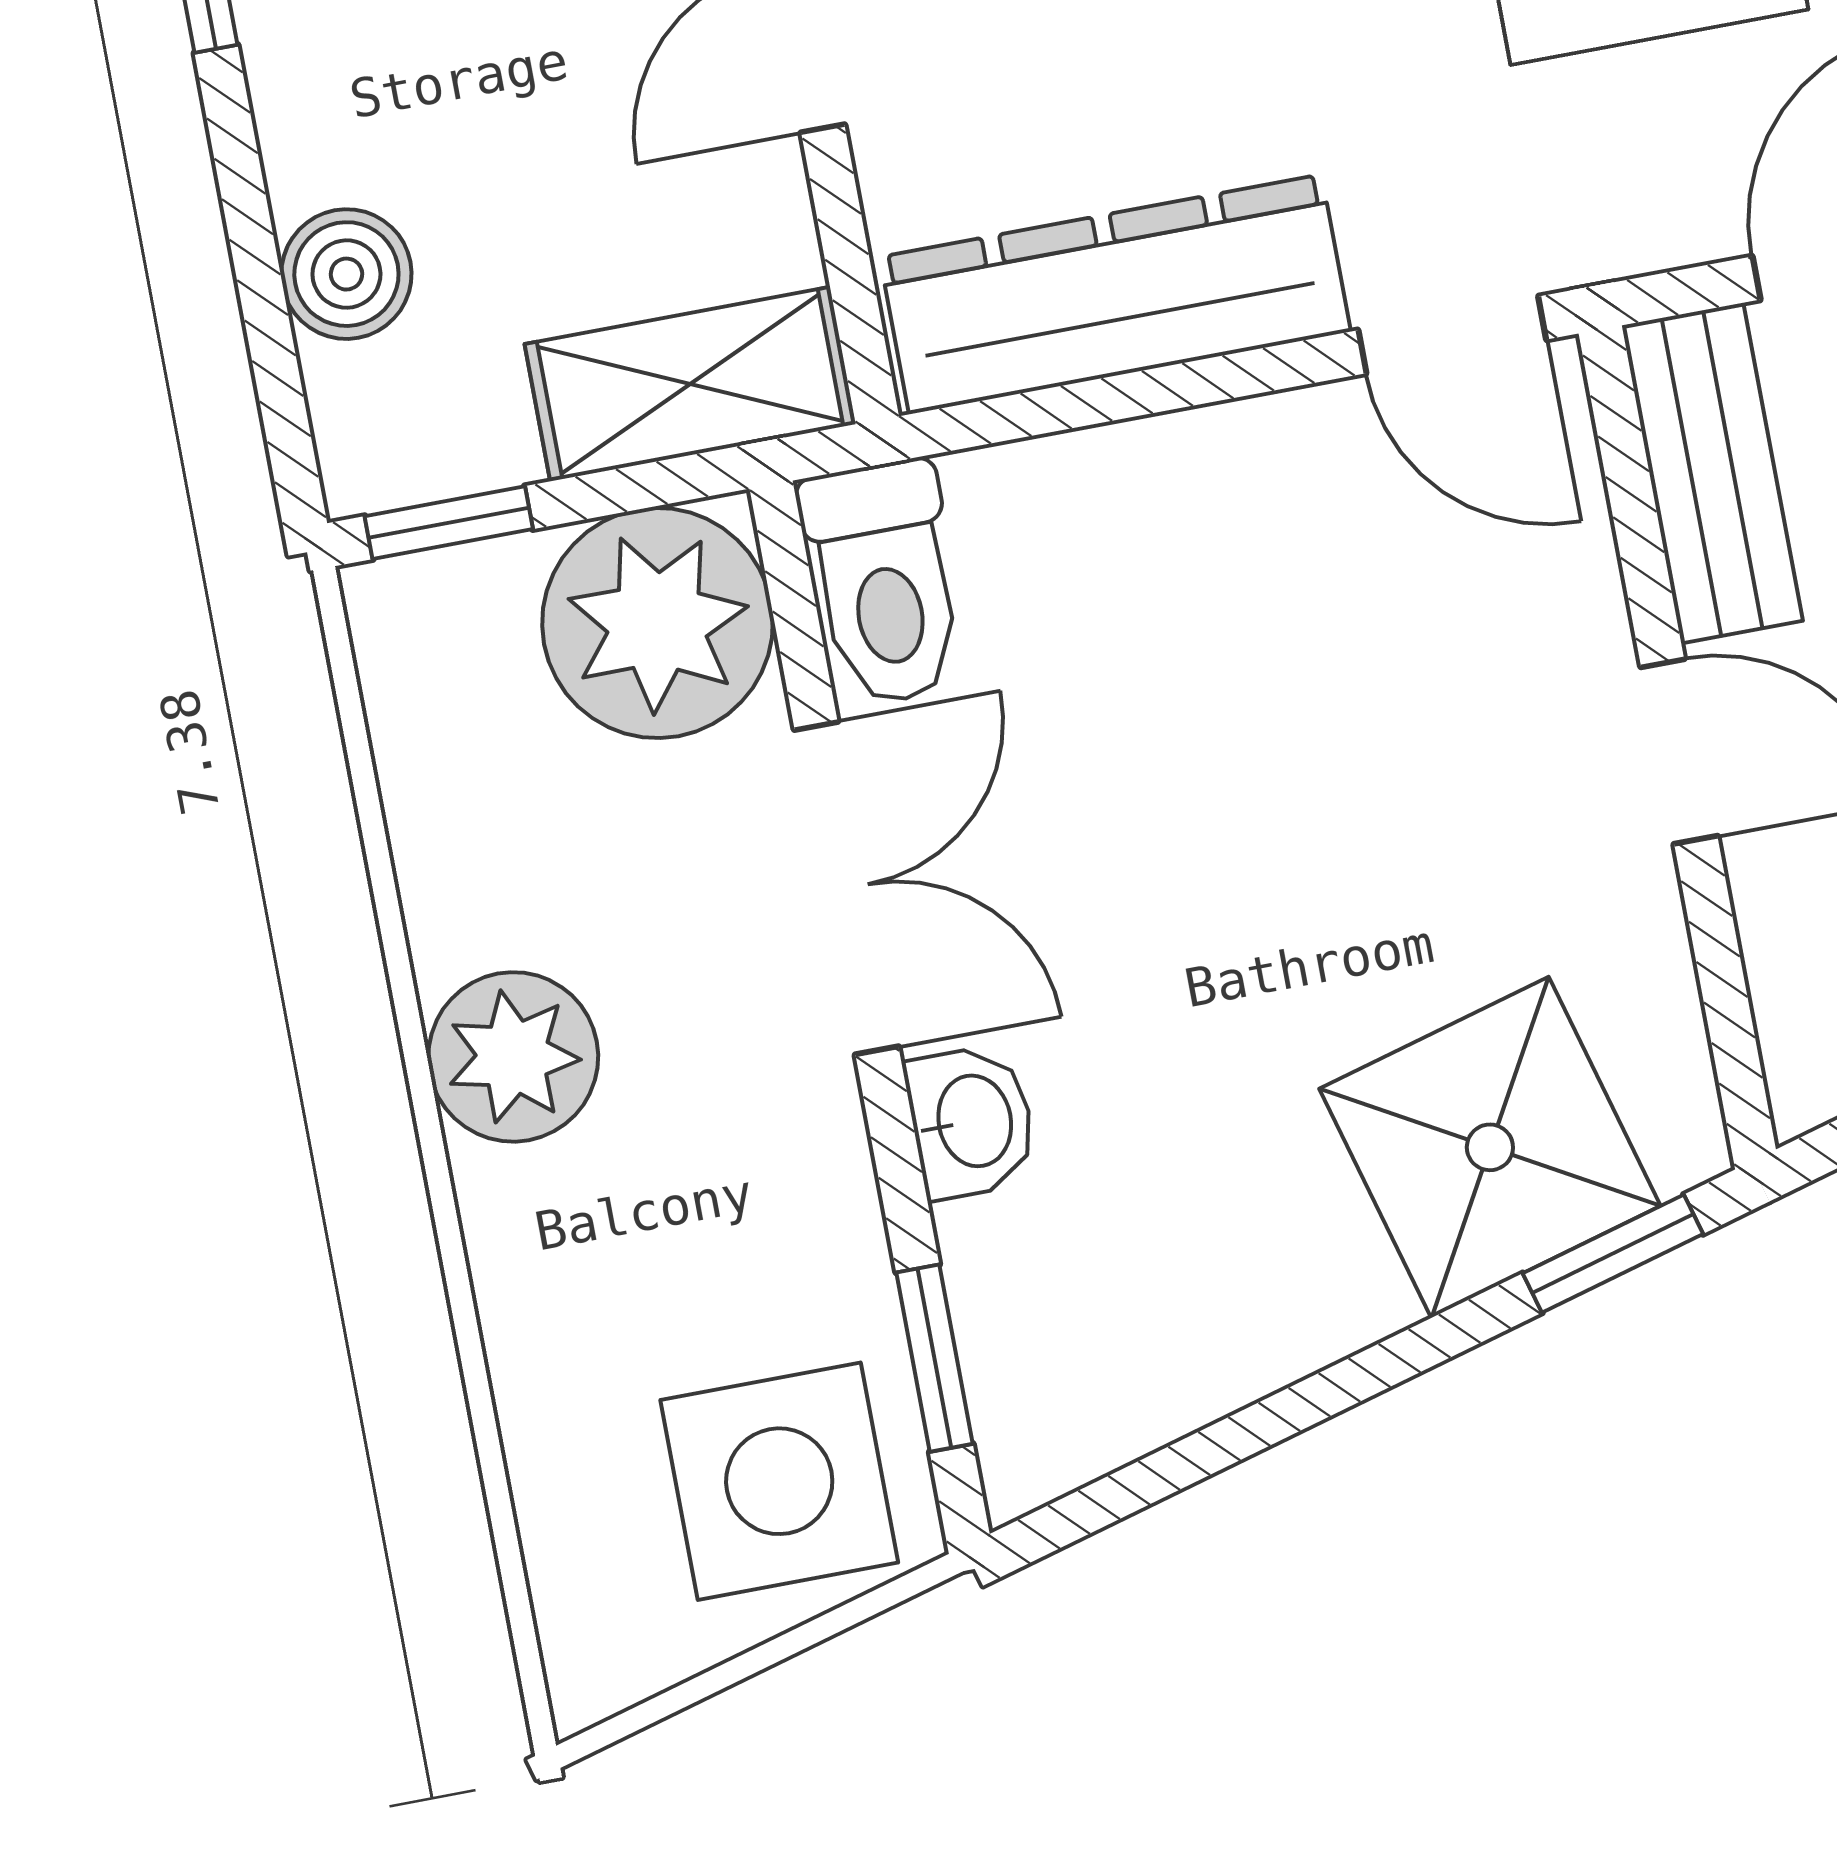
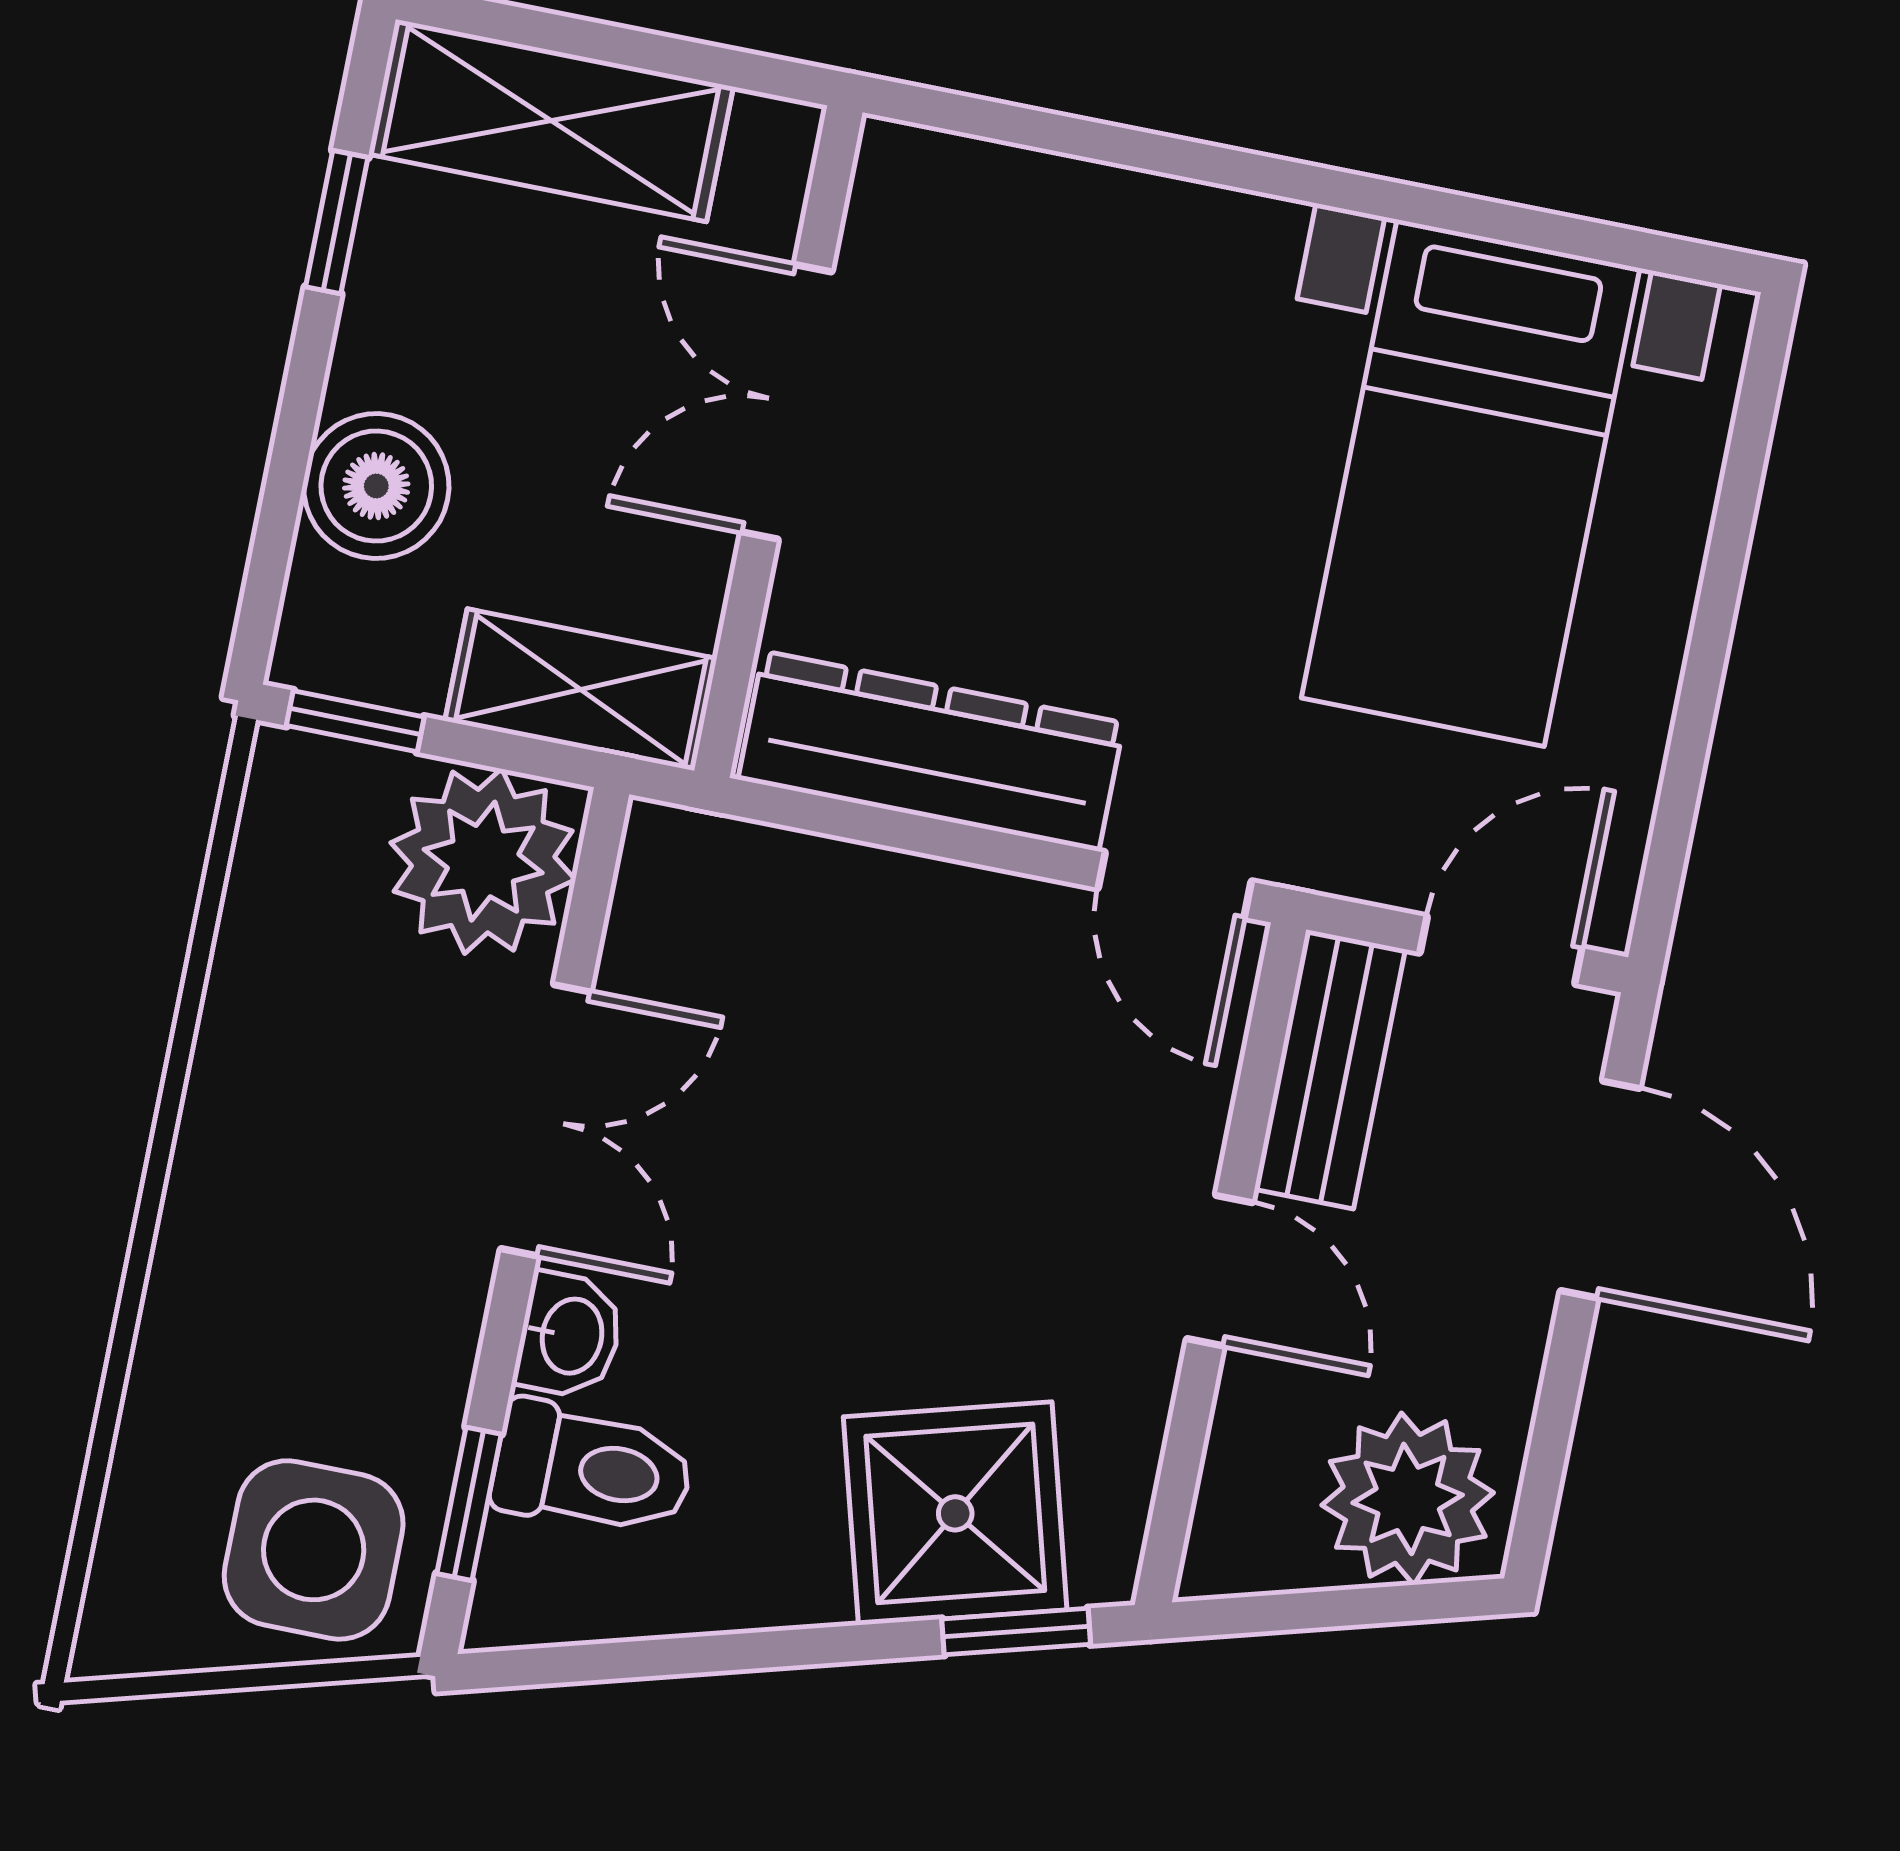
boiler: (346, 274) -> (376, 486), width x1.36, depth x1.36
toilet: (884, 583) -> (592, 1469), moved, turned -90
plant: (513, 1057) -> (241, 1147), removed

